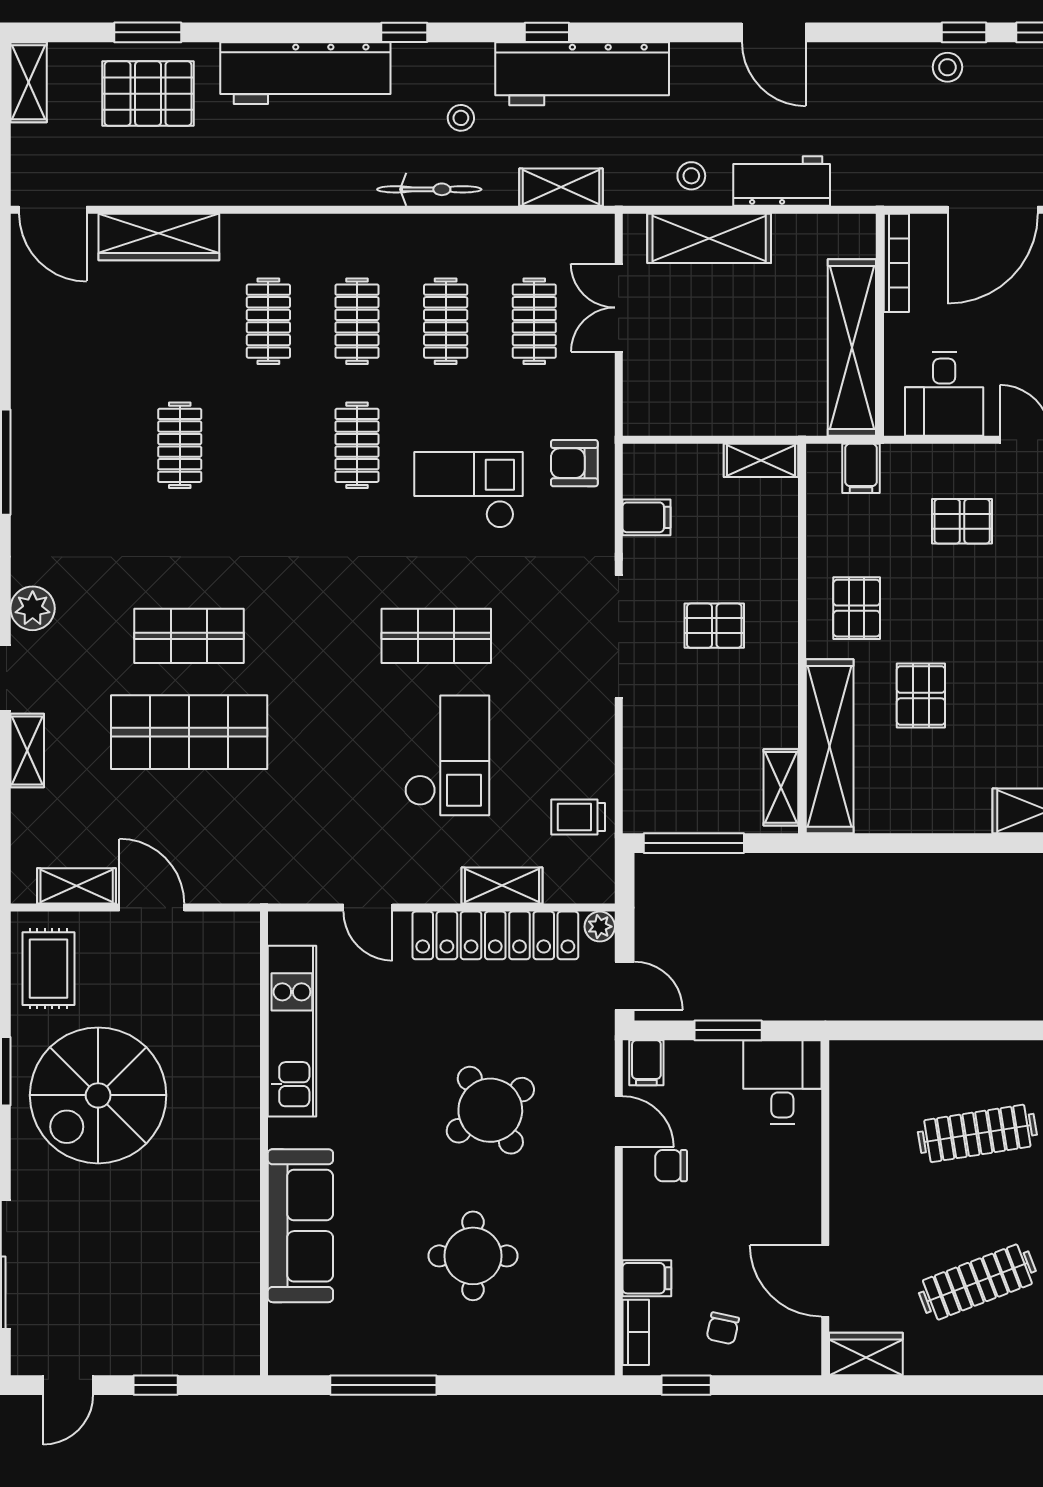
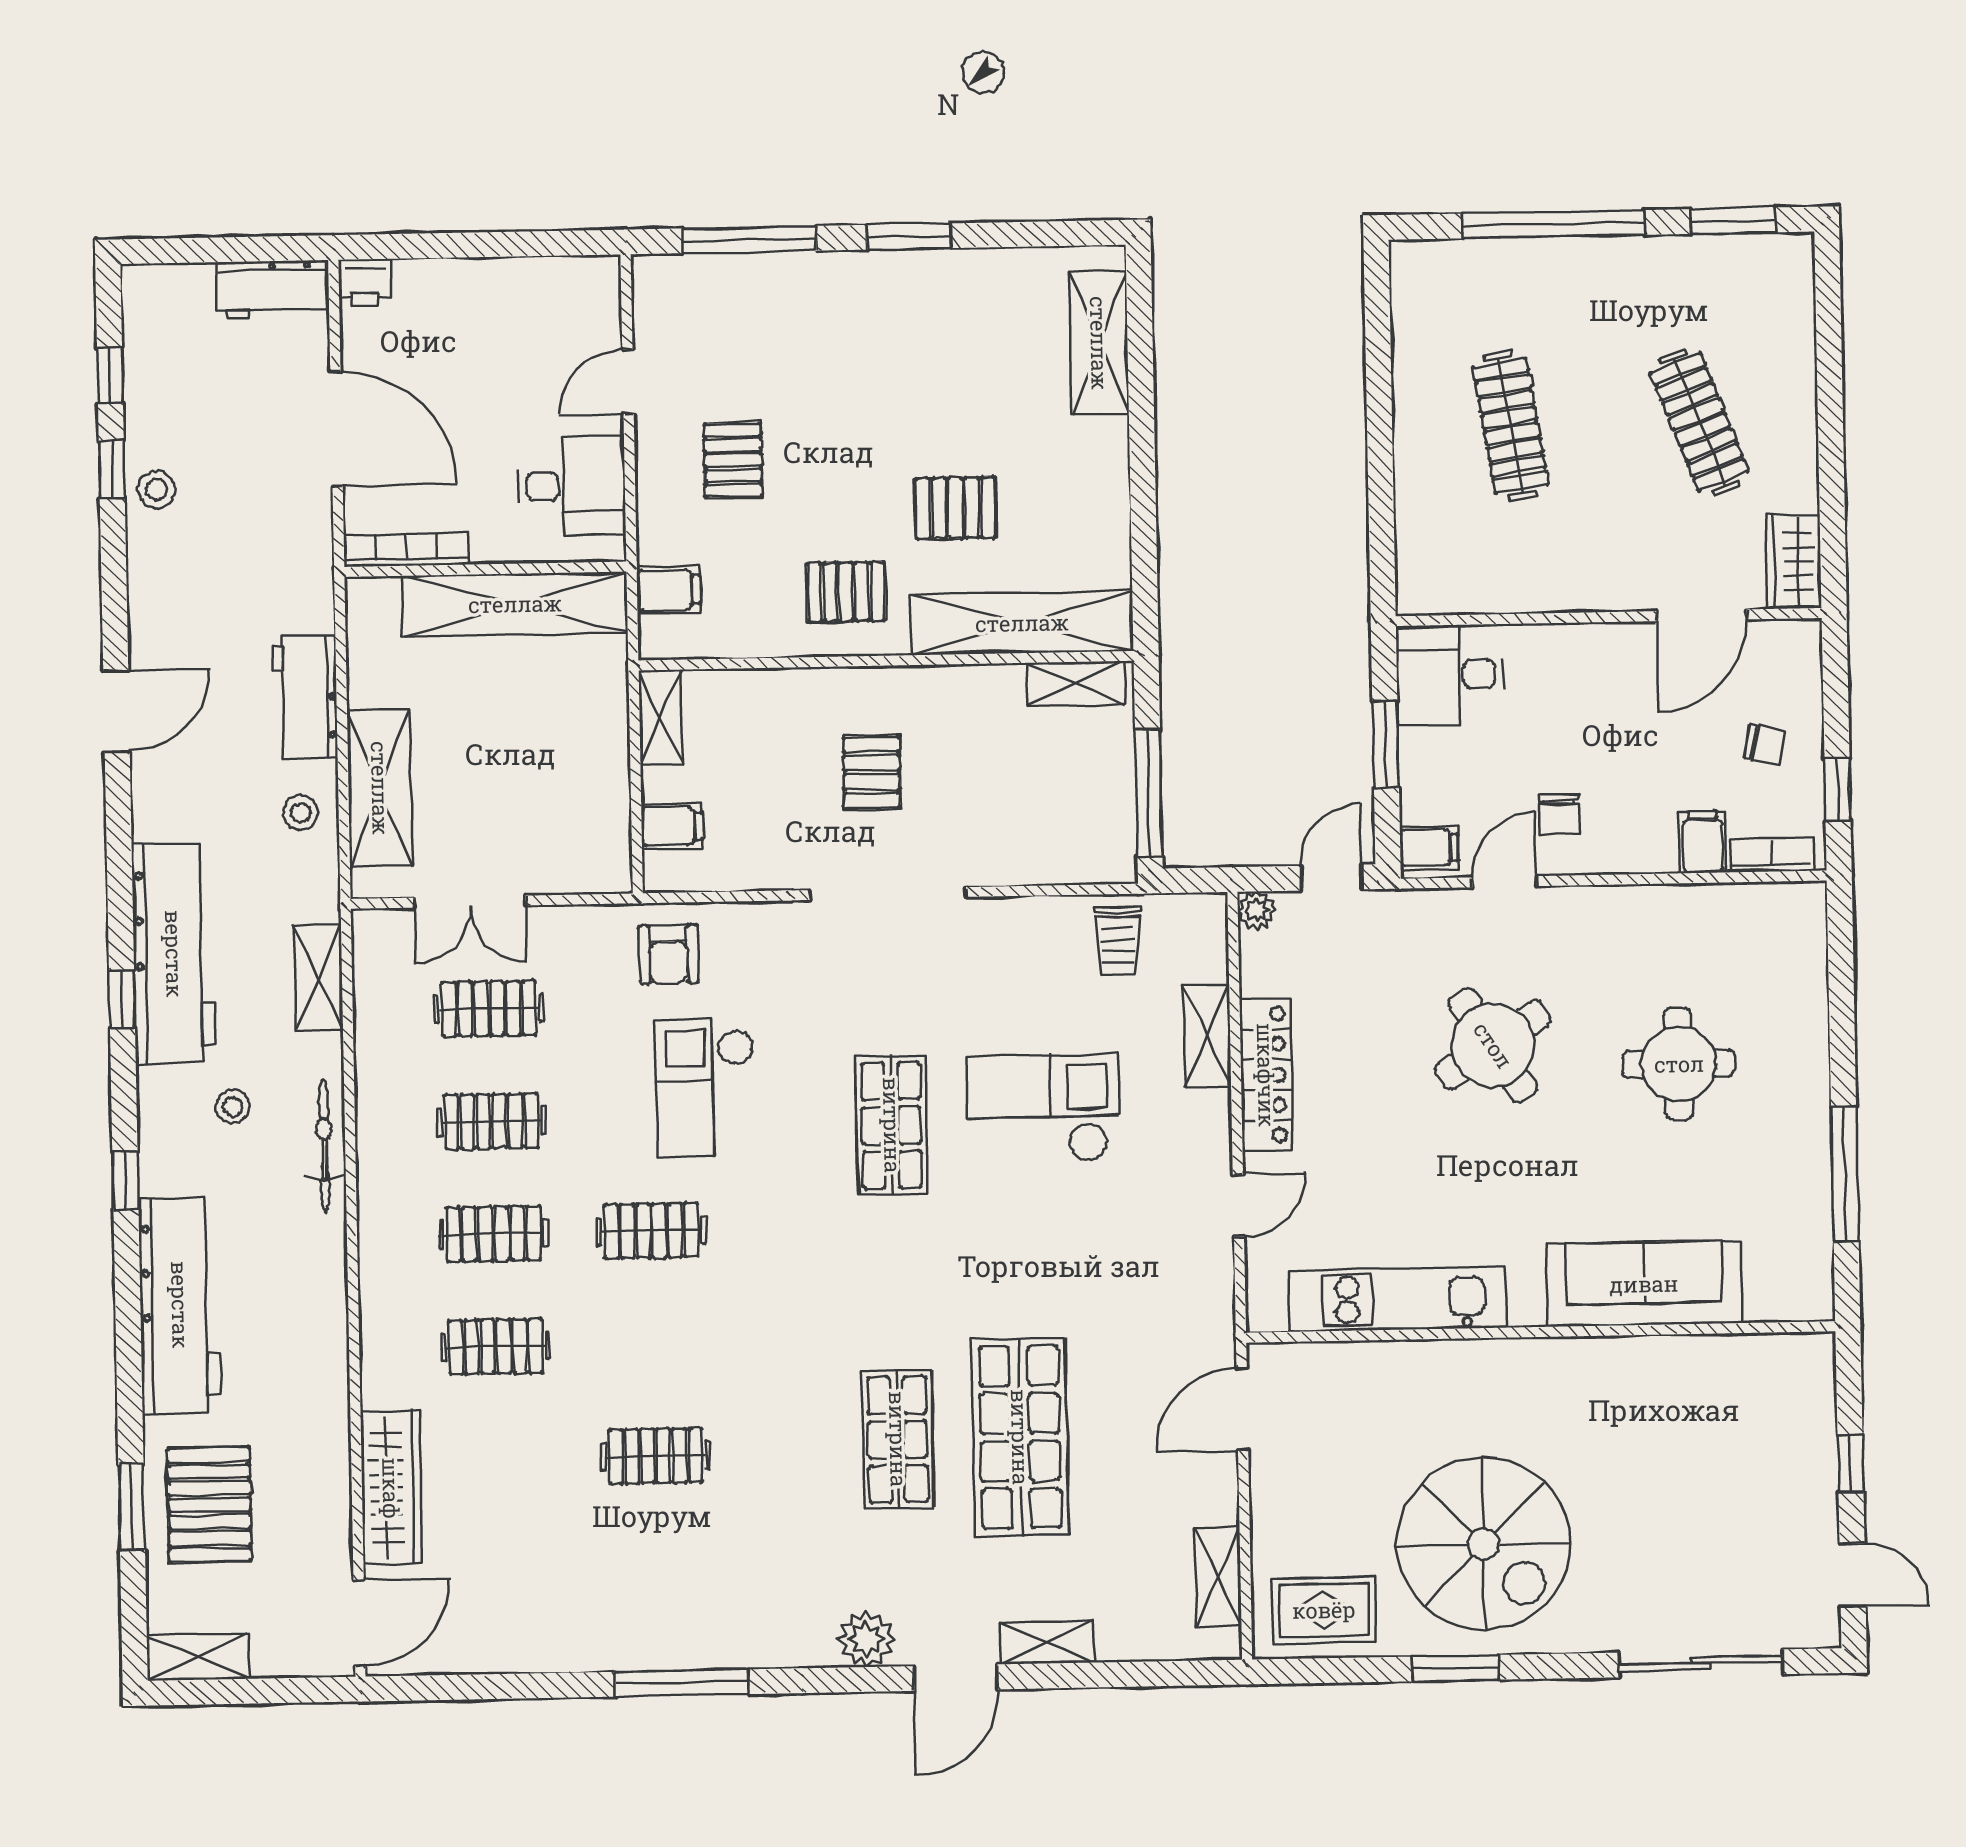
filing cabinet: (647, 517) -> (672, 826), moved, turned 90
door: (152, 908) -> (1242, 1409), moved
locker: (495, 935) -> (1266, 1075), width x0.71, depth x0.83

